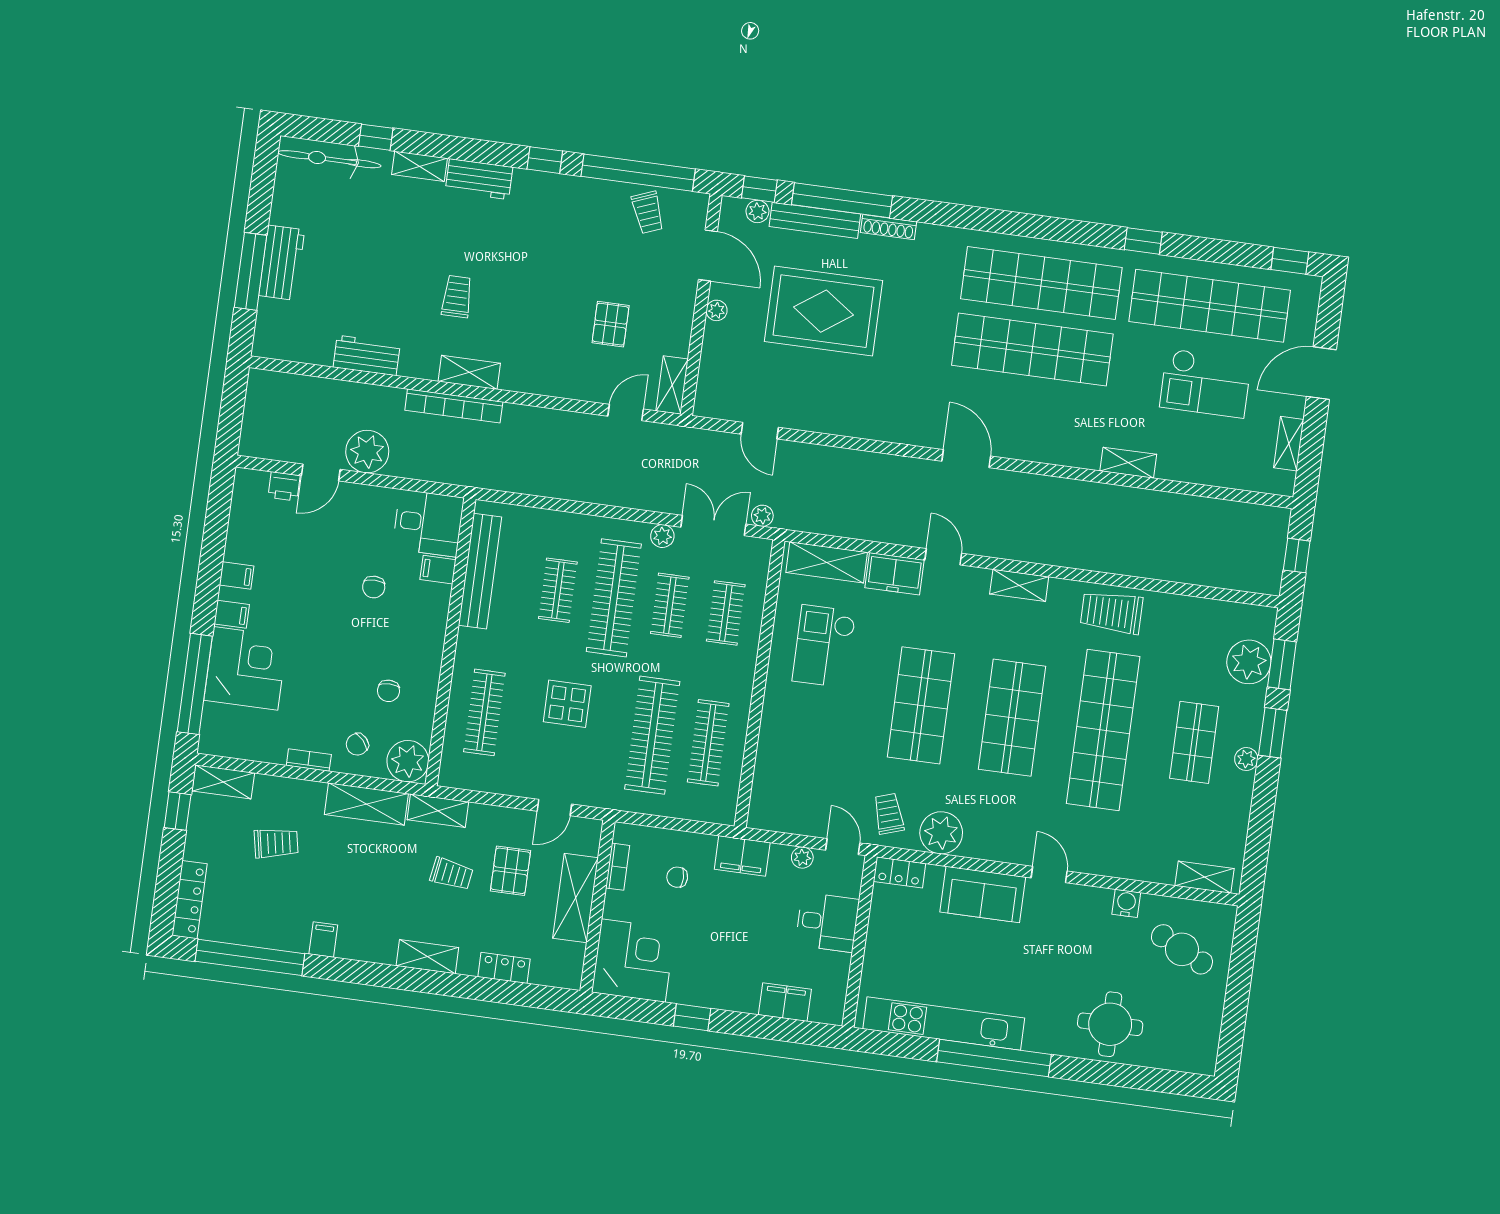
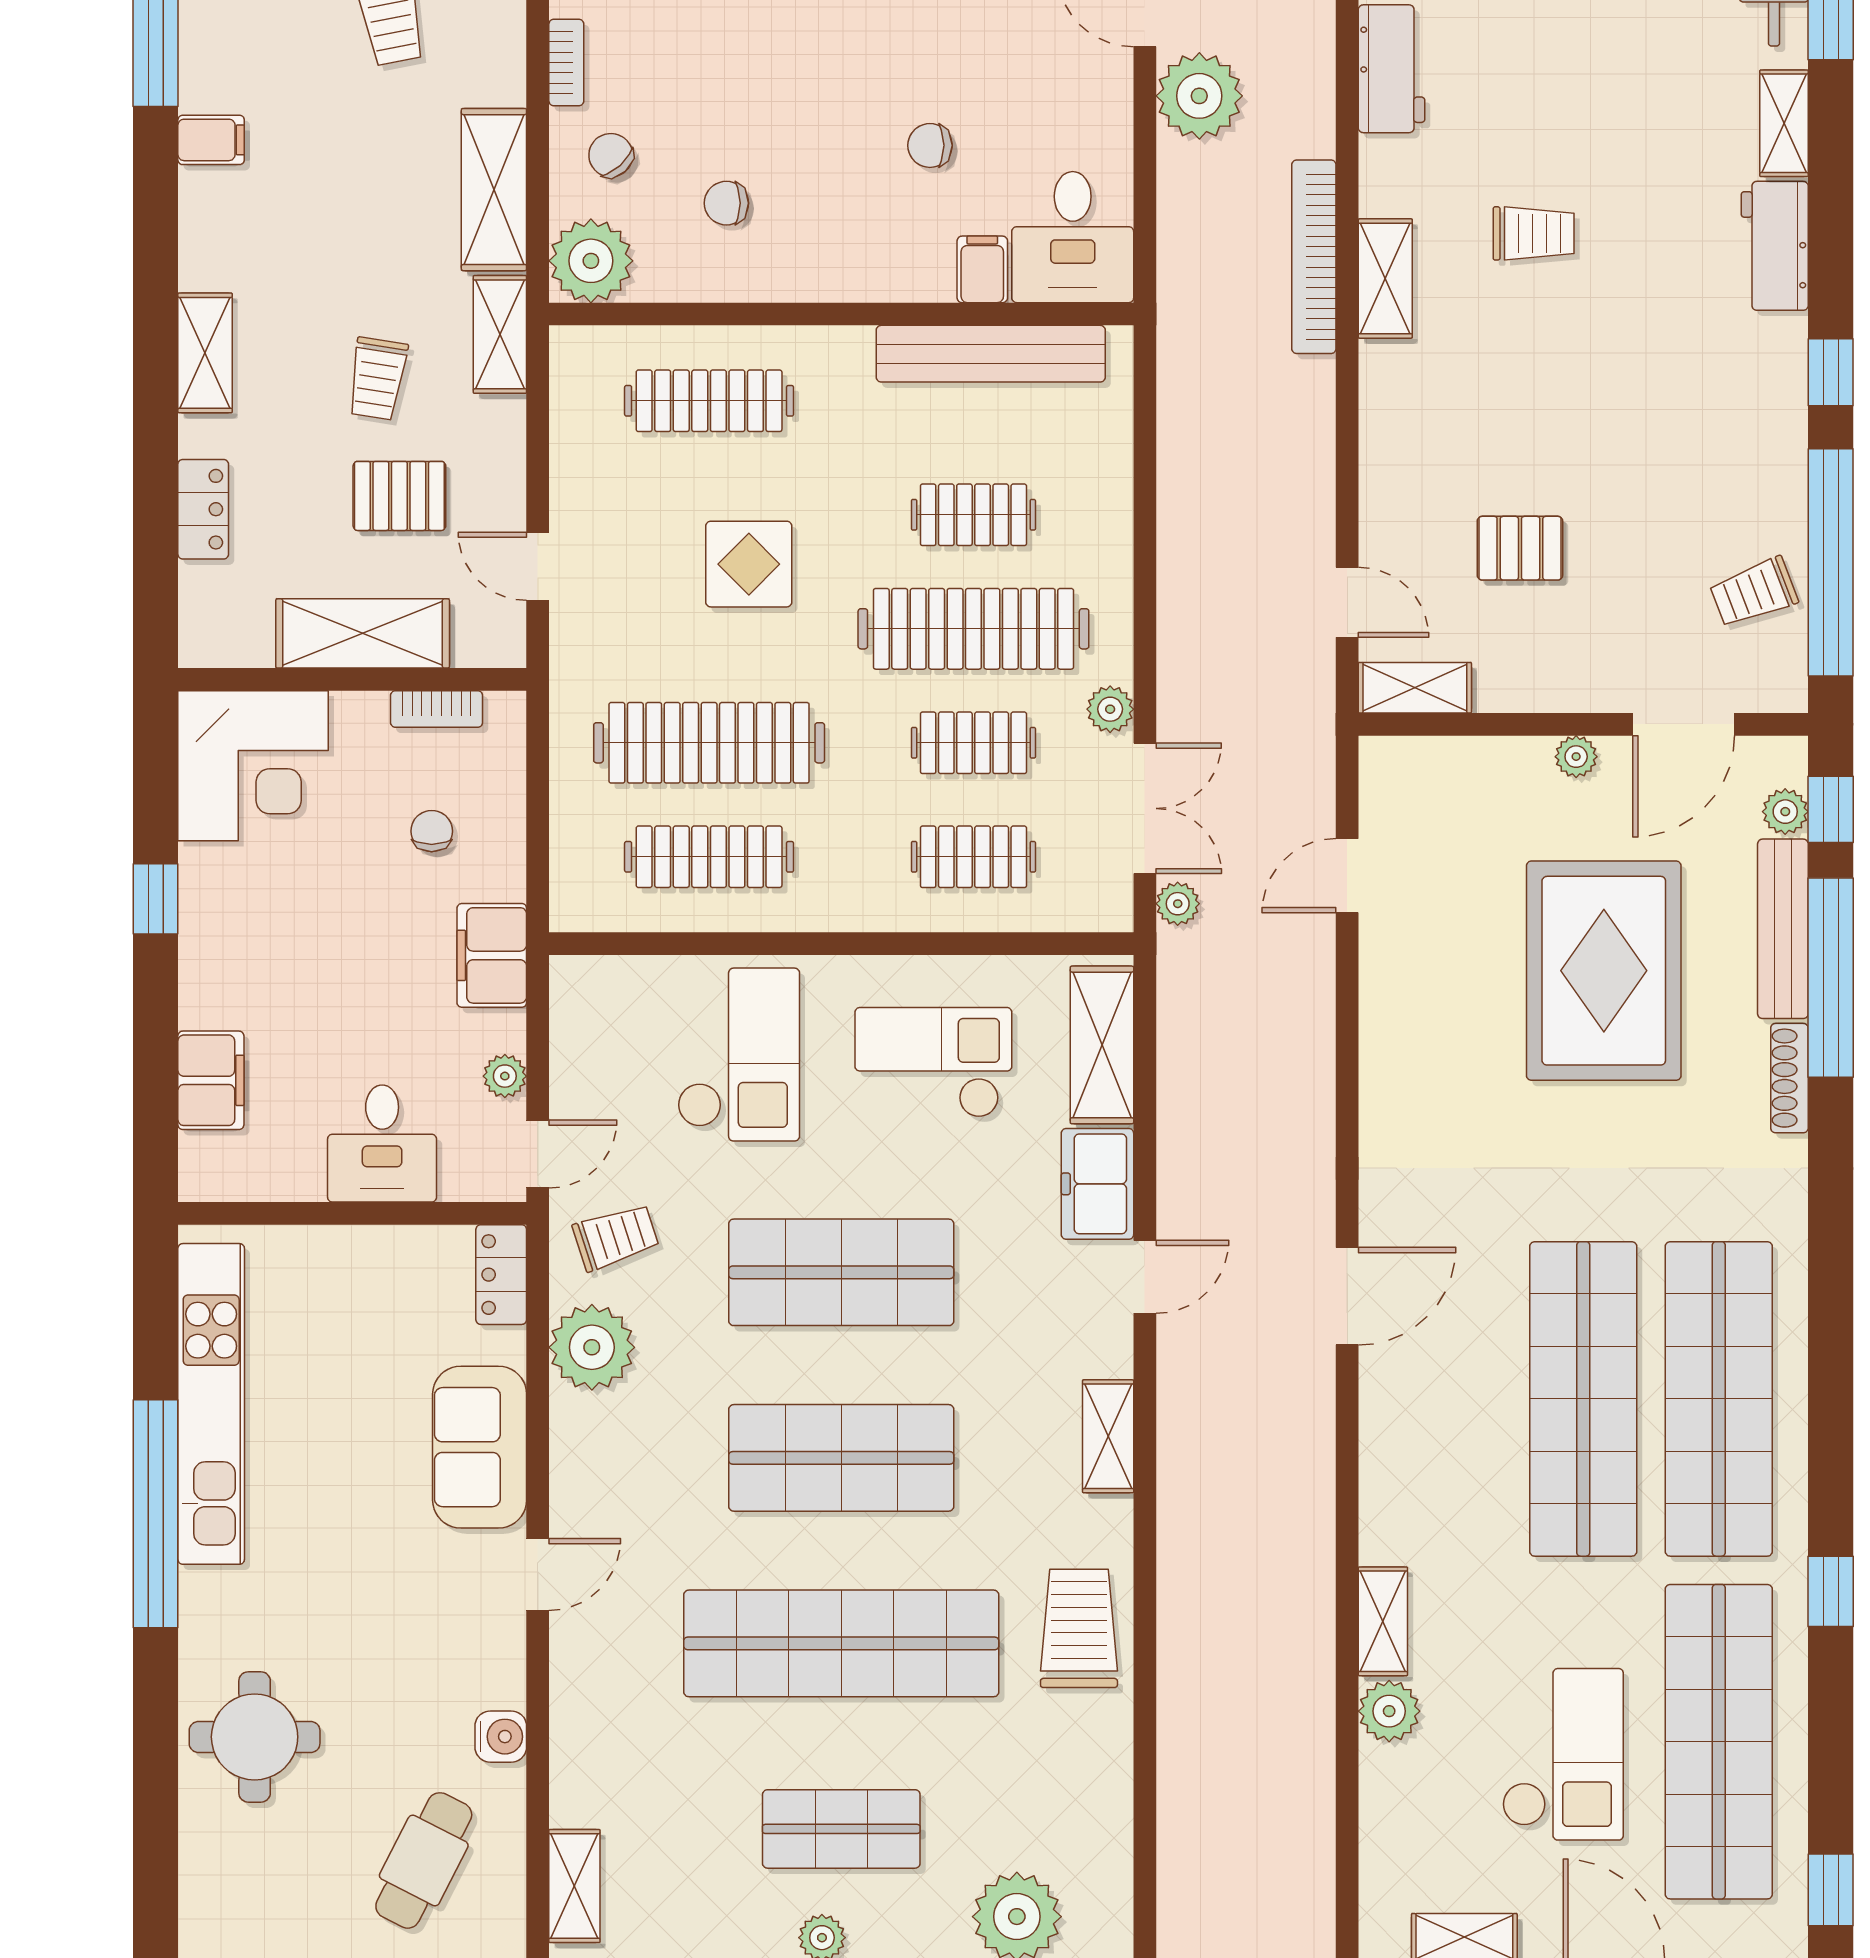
checkout: (1205, 383) -> (1563, 1754), turned 180
plant: (1173, 466) -> (1389, 1711), added
checkout: (807, 741) -> (738, 1055), added

